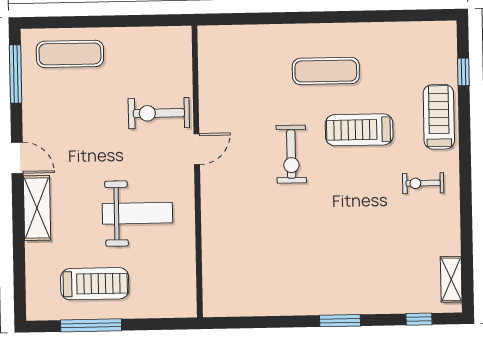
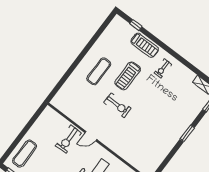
treadmill: (439, 117) -> (145, 45), turned 180
door: (197, 149) -> (91, 136), swing flipped

